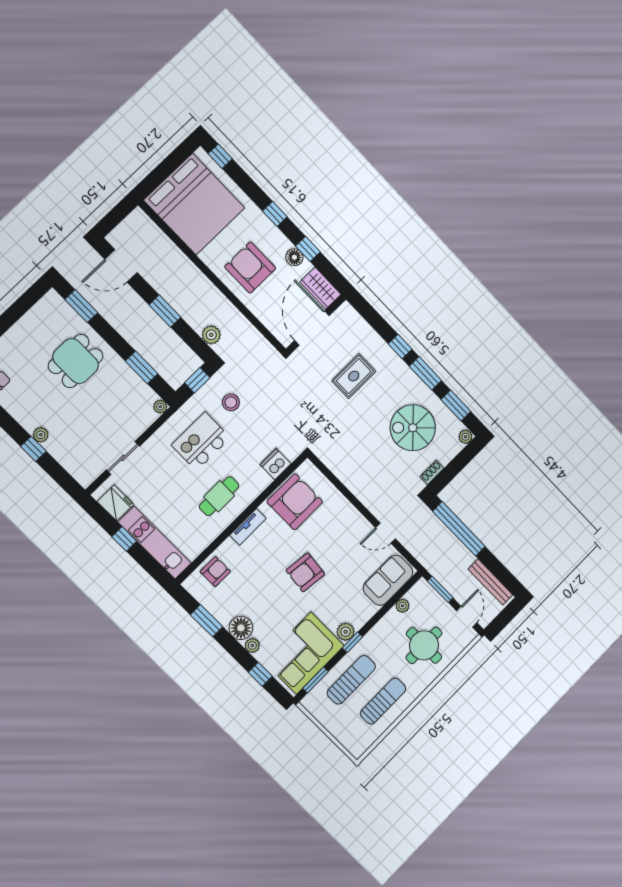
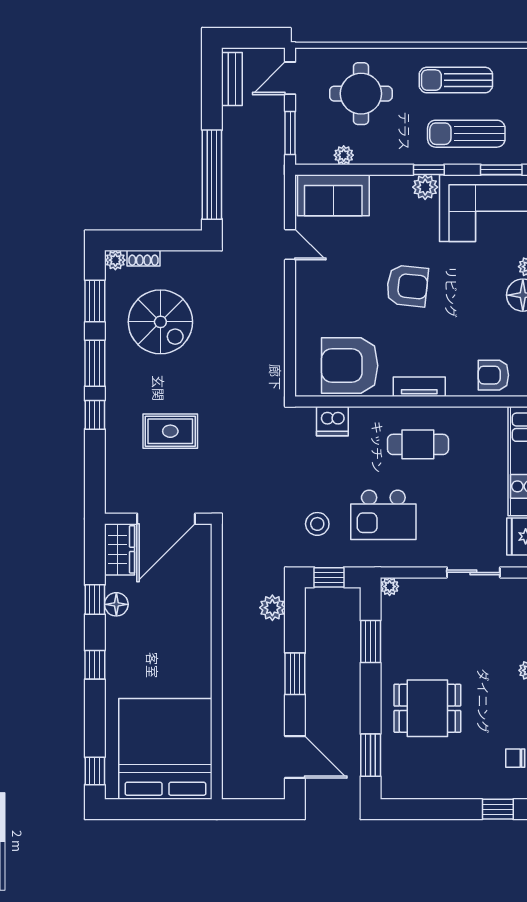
armchair: (250, 268) -> (170, 636), removed
shoe rack: (432, 472) -> (144, 258), moved
bench: (490, 582) -> (232, 79), width x0.73

